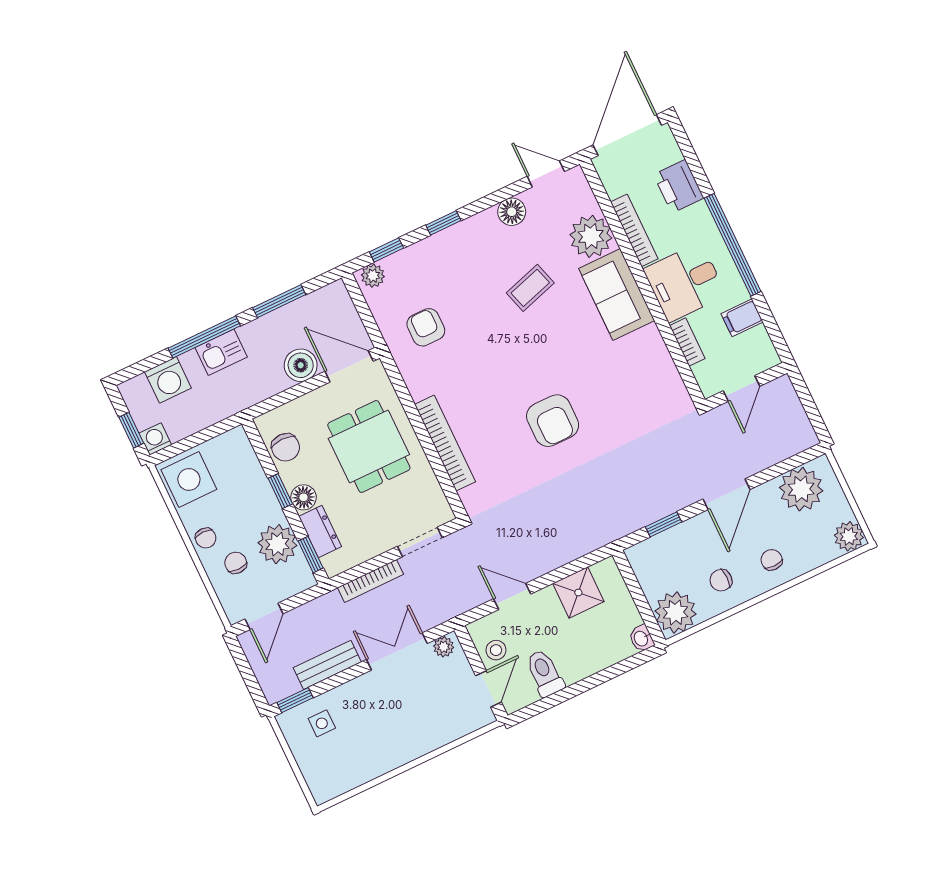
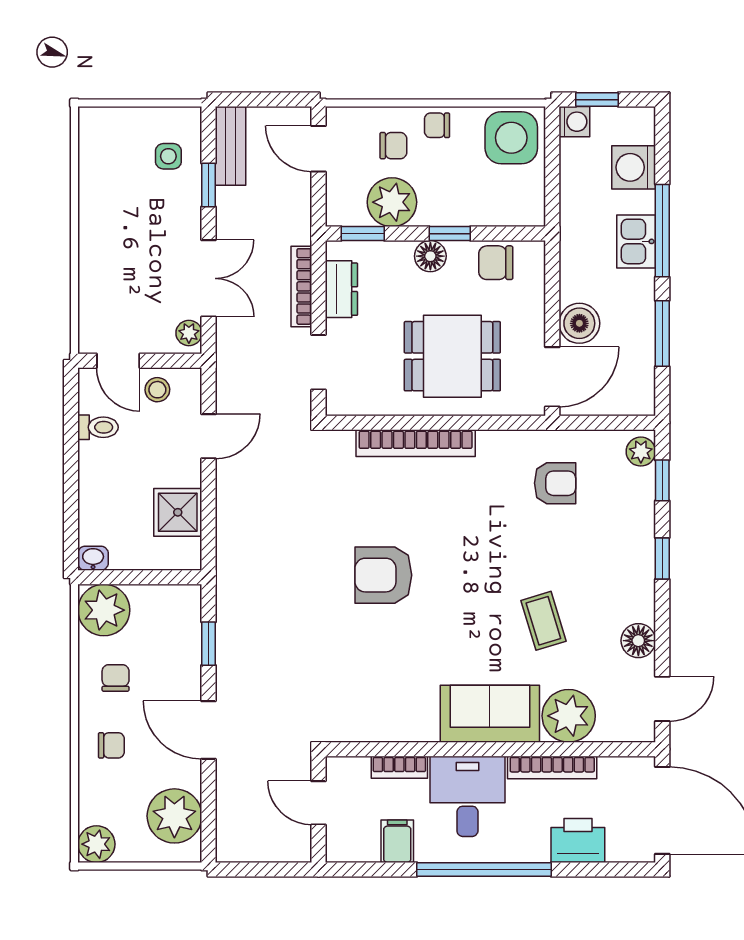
dresser: (320, 531) -> (341, 289), moved, turned -90
bench: (327, 665) -> (231, 146), moved
toilet: (545, 673) -> (98, 427), width x0.73, depth x0.72
window: (295, 700) -> (209, 185), moved

